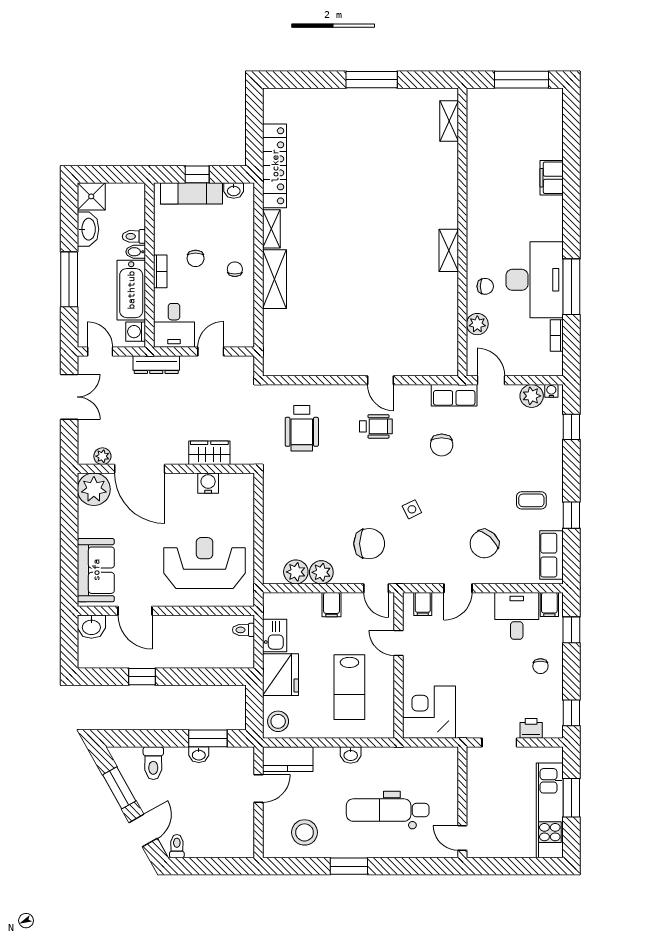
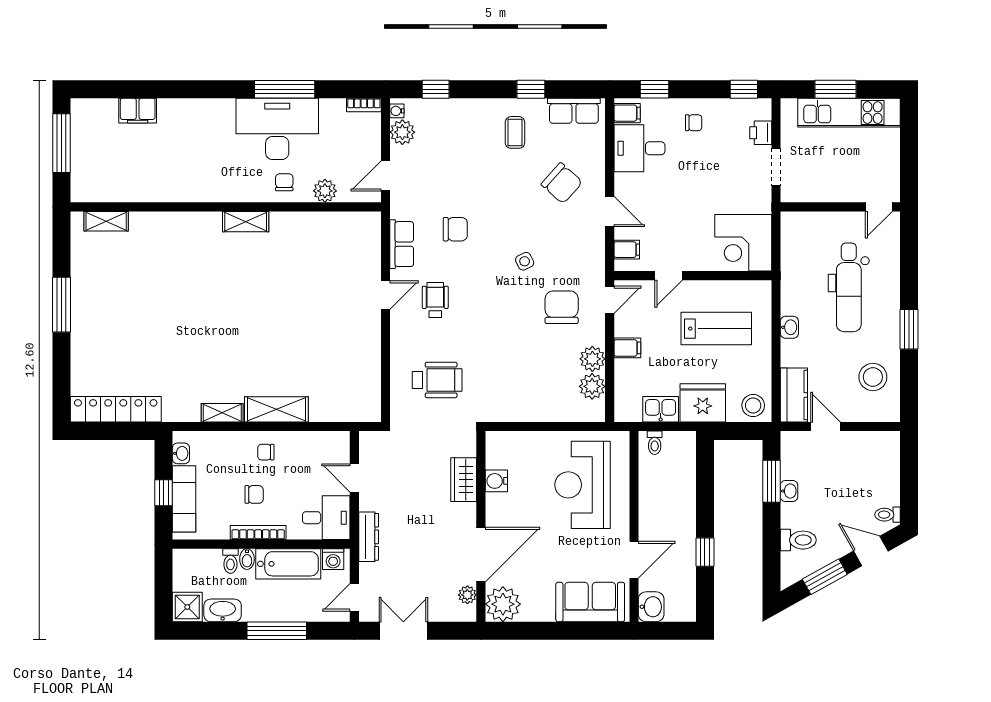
locker: (275, 166) -> (116, 409), moved
filing cabinet: (552, 178) -> (138, 111), moved
bookcase: (160, 271) -> (258, 533), width x1.56
bookcase: (557, 336) -> (364, 105), moved
row of seats: (454, 395) -> (402, 244), moved

